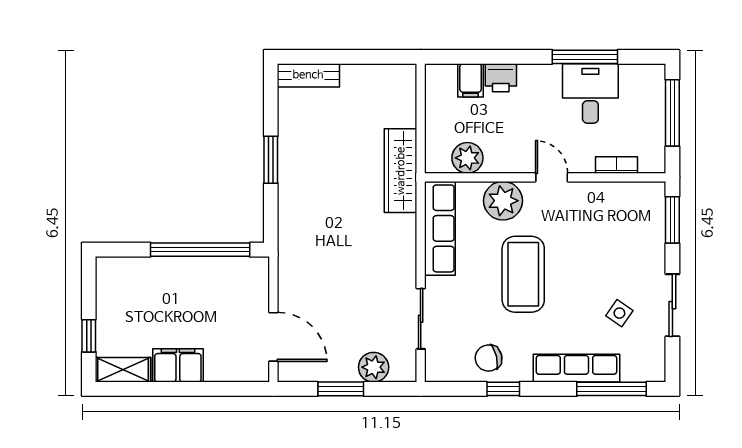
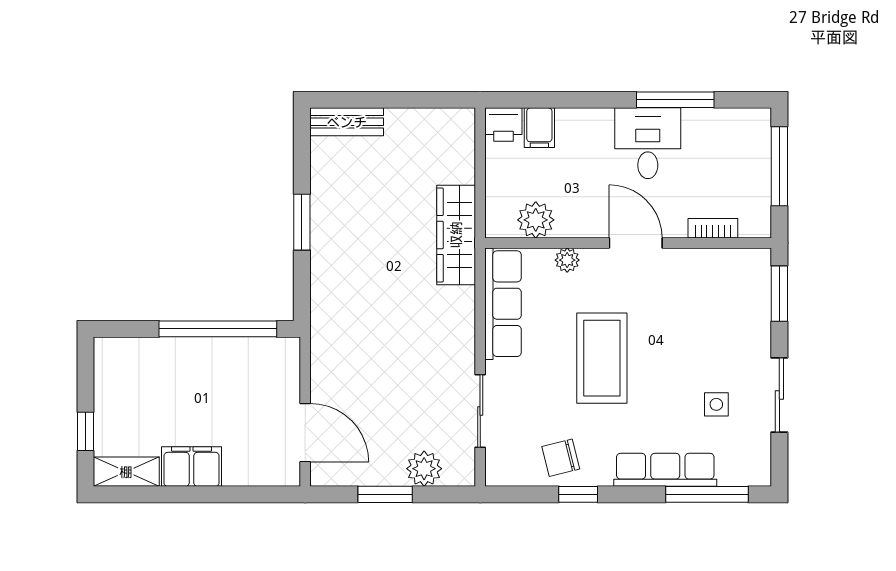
printer: (501, 78) -> (503, 125), moved
desk: (590, 93) -> (648, 143), moved
door: (552, 177) -> (636, 243), width x1.38
plant: (503, 201) -> (567, 260), width x0.53, depth x0.53
side table: (619, 313) -> (716, 404), turned -35

